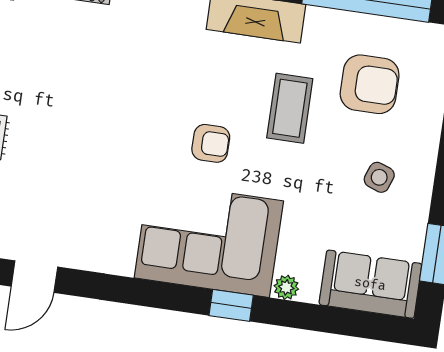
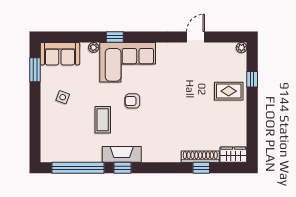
armchair: (370, 84) -> (72, 134), removed

